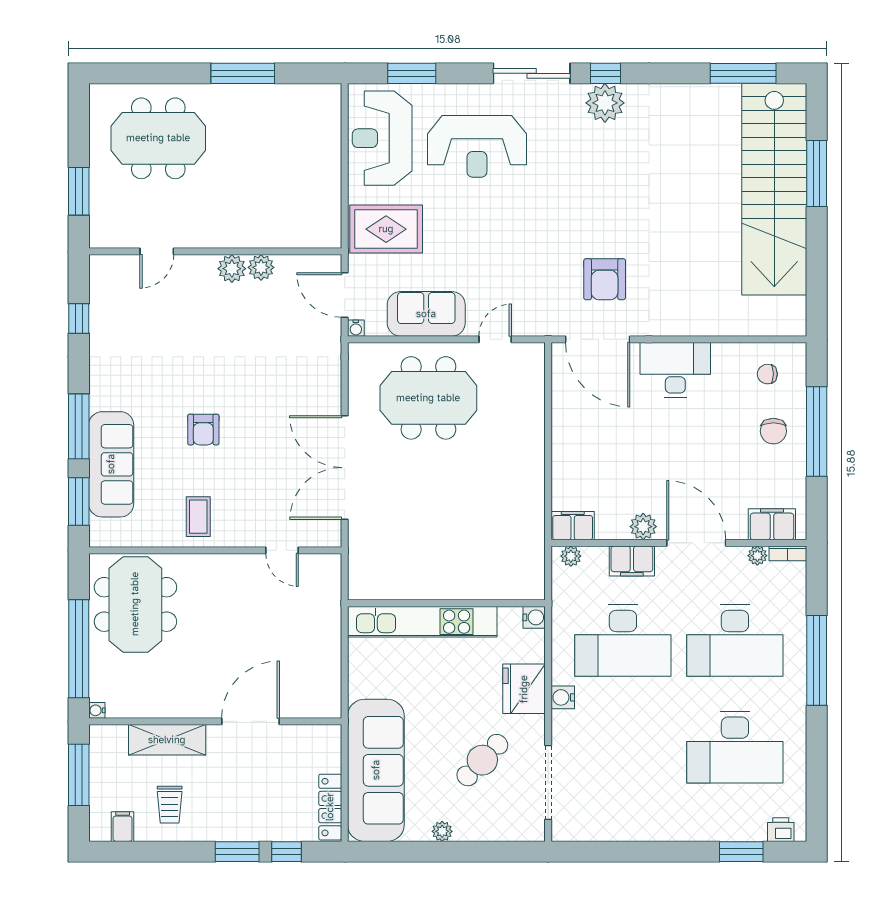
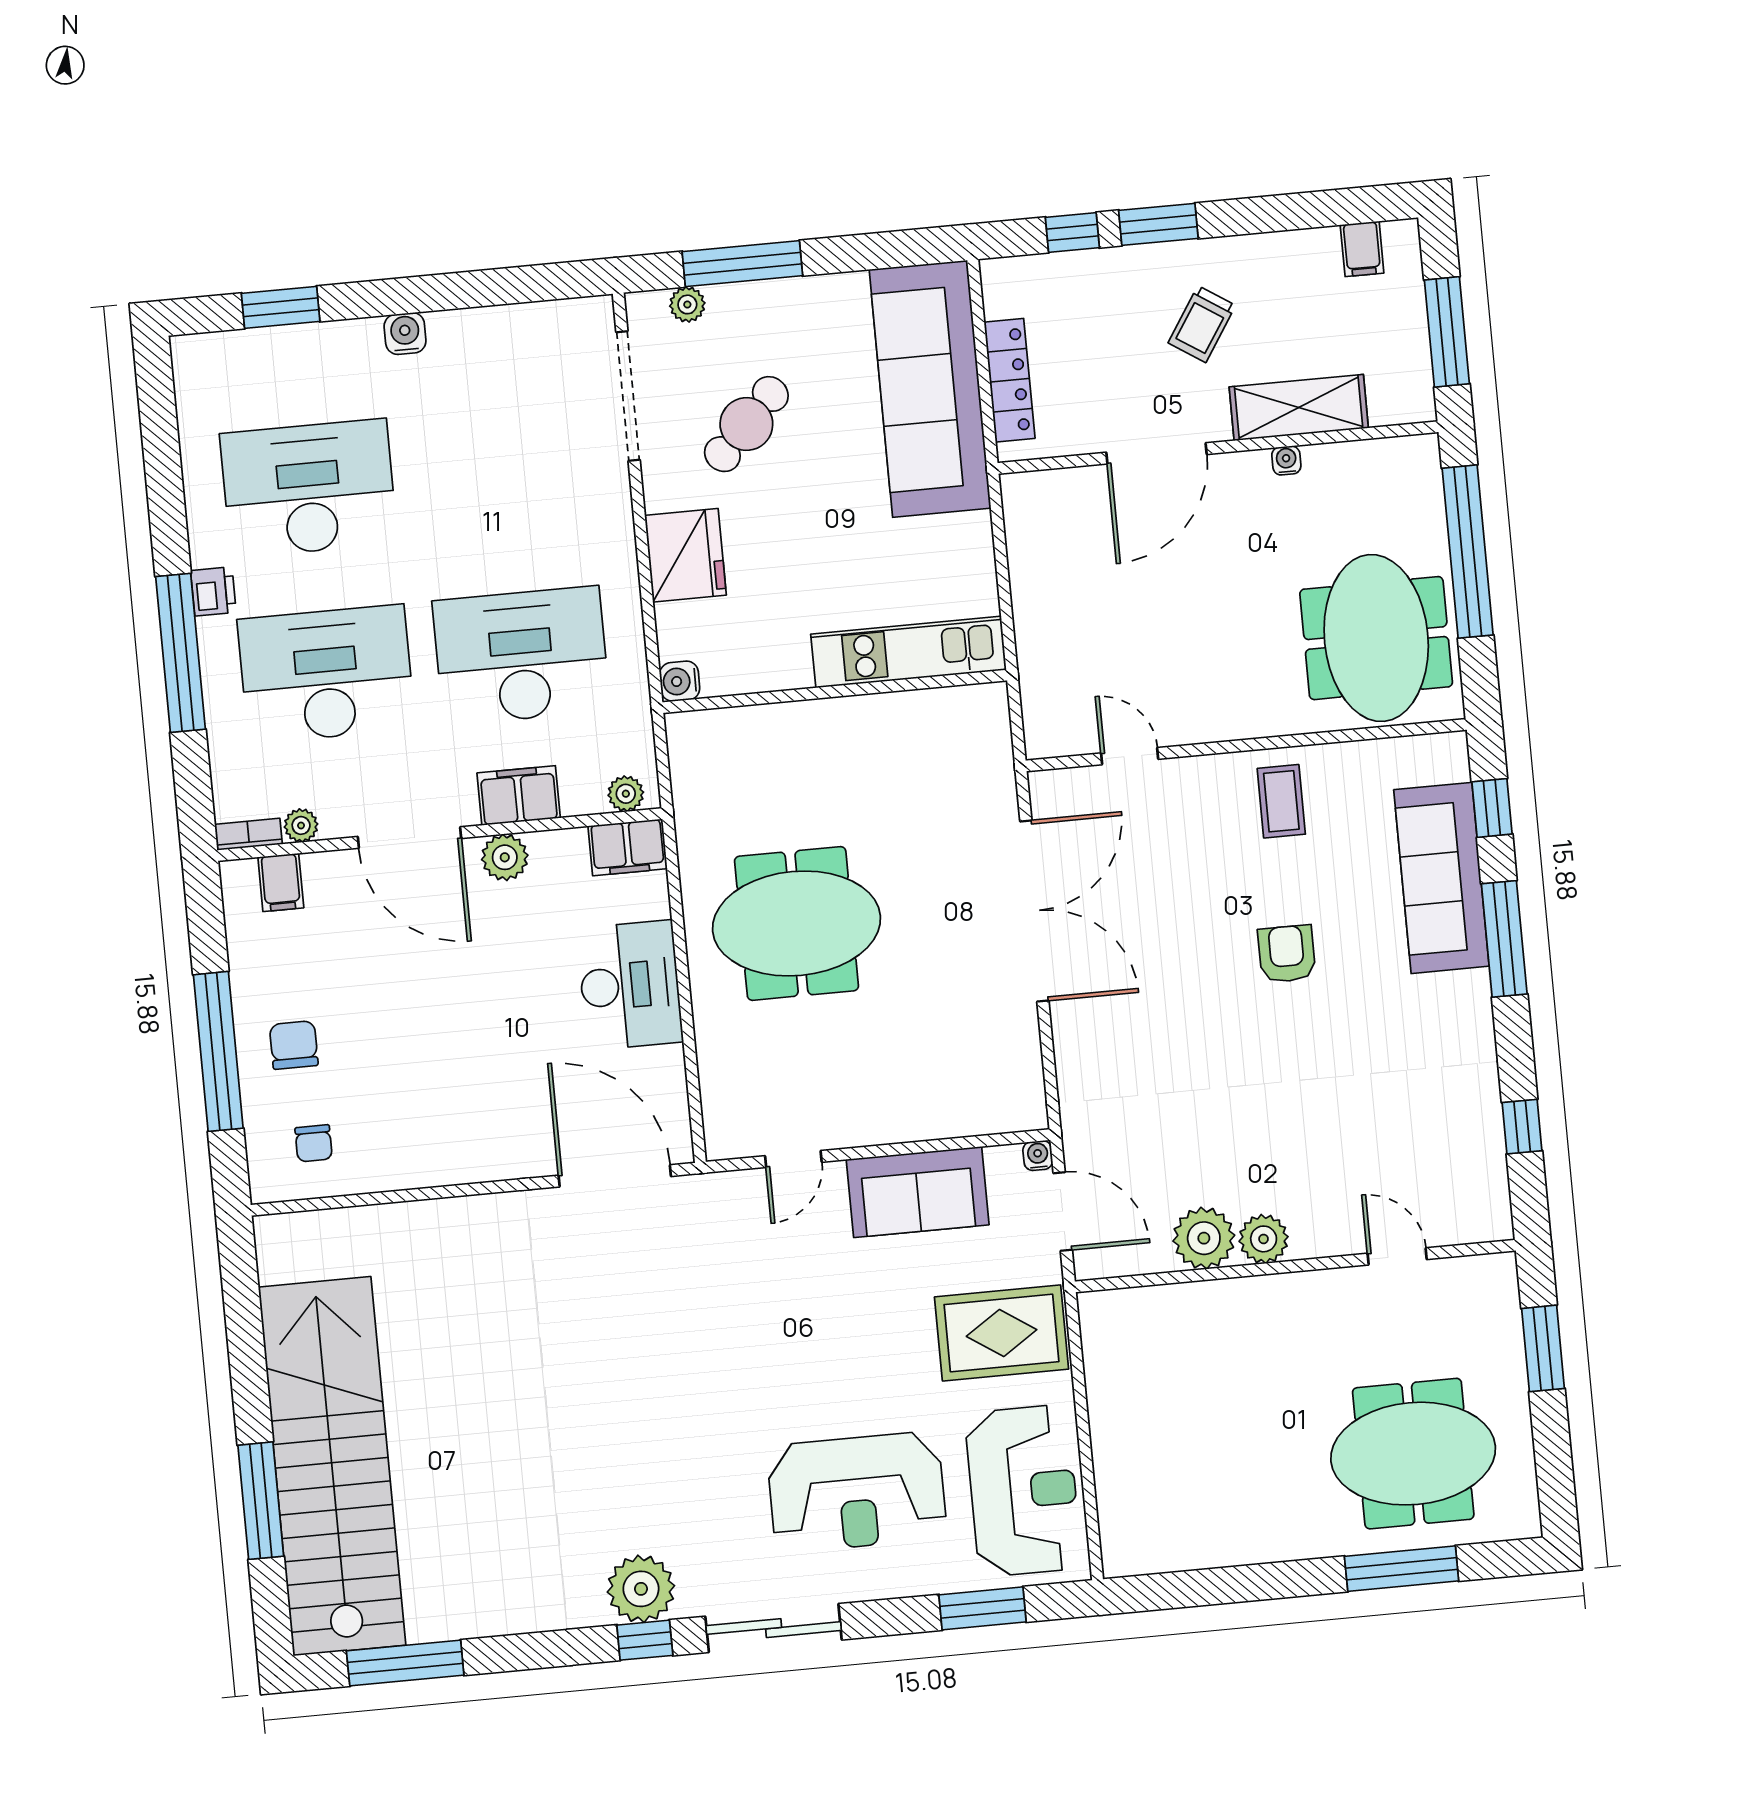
window: (243, 73) -> (1402, 1569), moved
reception desk: (477, 146) -> (857, 1492), turned 180
door: (157, 251) -> (1397, 1256), hinge flipped
plant: (261, 267) -> (1204, 1238), width x1.36, depth x1.36
armchair: (605, 279) -> (613, 1282), removed
desk: (675, 370) -> (630, 985), moved, turned -90
chair: (767, 374) -> (314, 1143), turned 90
meeting table: (428, 398) -> (797, 923), moved
window: (79, 502) -> (1492, 808), width x0.67
filing cabinet: (772, 524) -> (281, 882), width x0.50
kitchen unit: (422, 622) -> (909, 652), width x0.73
water cooler: (563, 697) -> (405, 334), moved, turned -90
water cooler: (97, 710) -> (1286, 460), moved, turned -90
trolley: (170, 805) -> (1202, 324), moved, turned -147
locker: (330, 807) -> (1010, 380), moved
printer: (781, 830) -> (213, 591), moved, turned -90
plant: (442, 831) -> (687, 304), moved
window: (476, 852) -> (742, 264), added

